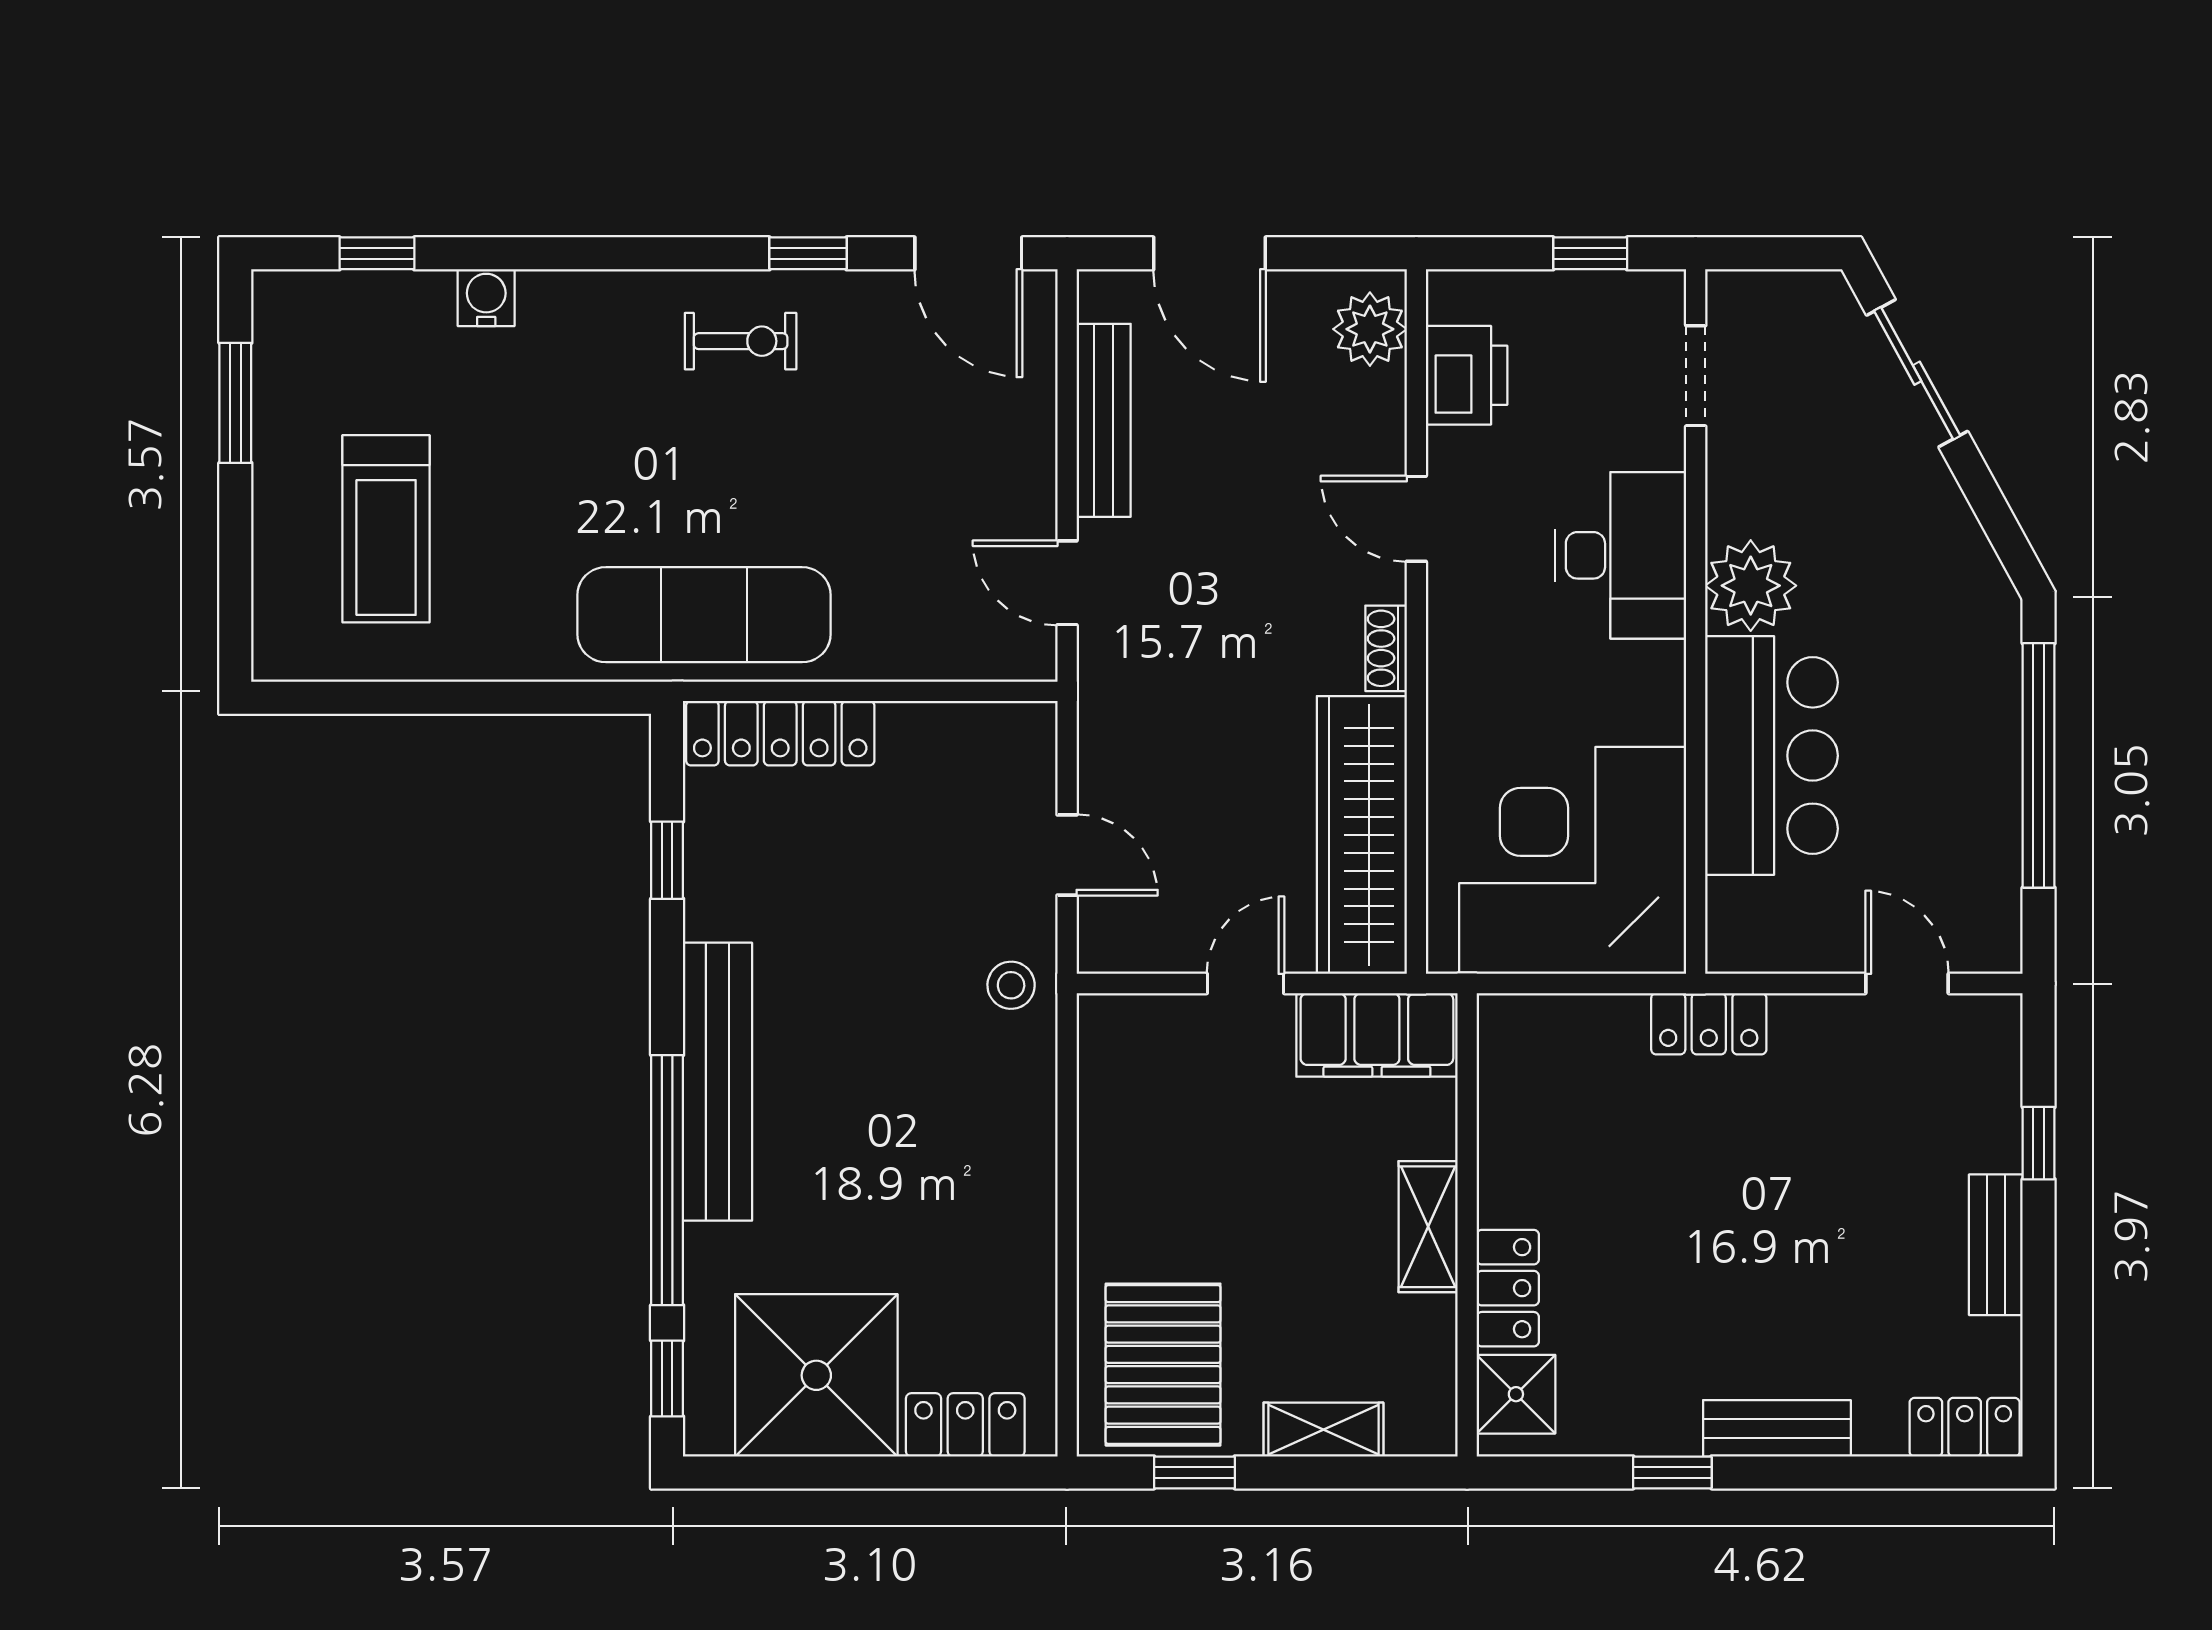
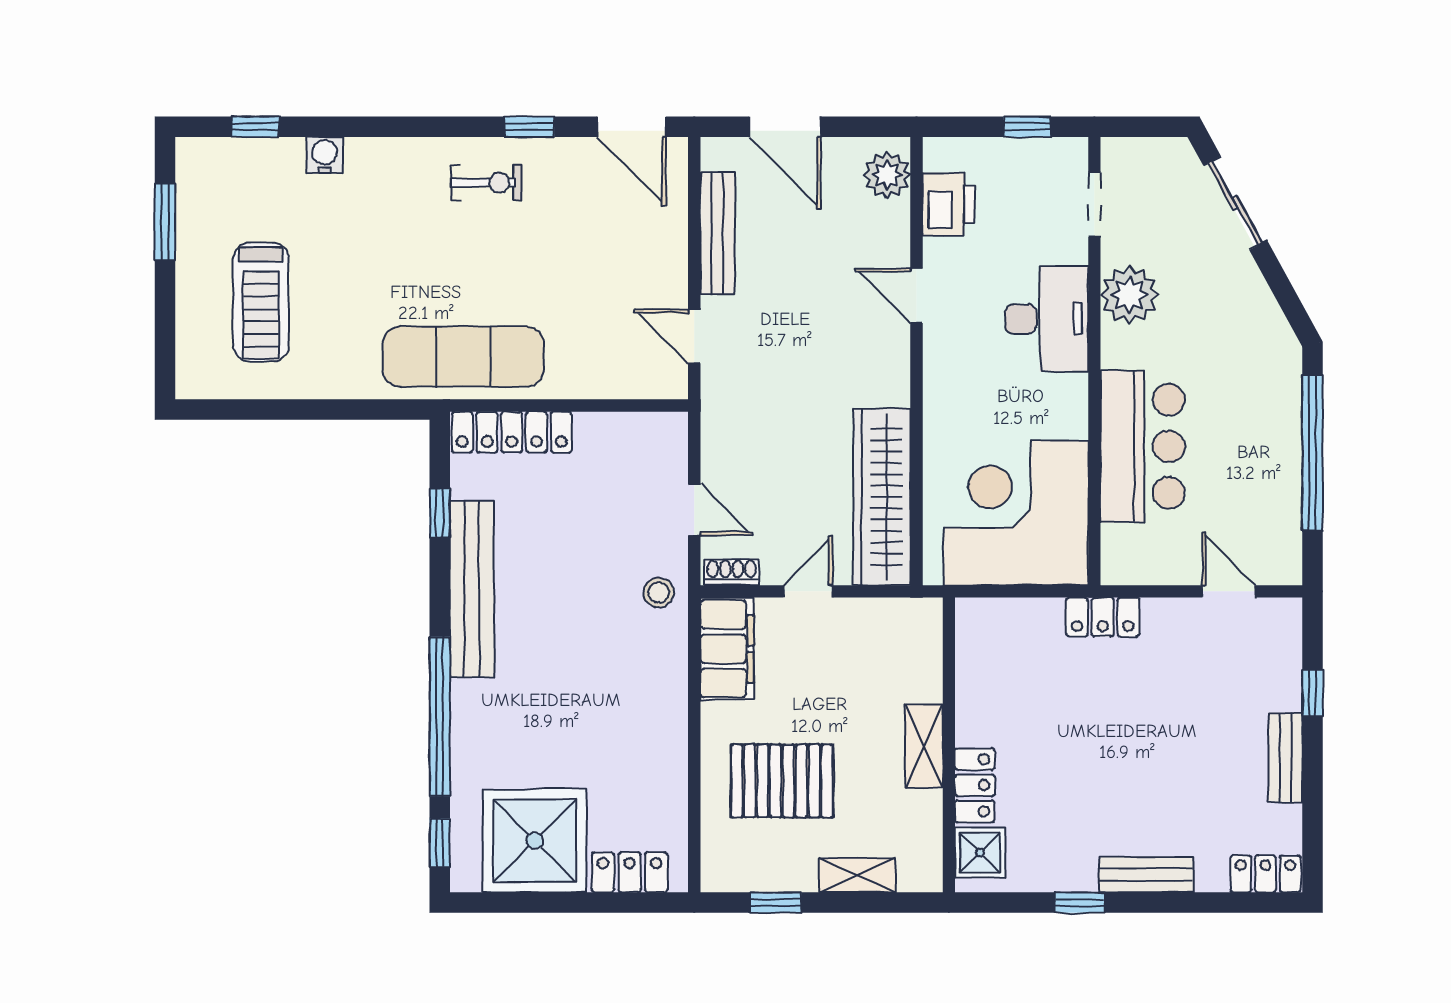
plant: (1751, 586) -> (1129, 295), moved
shoe rack: (1386, 648) -> (732, 572), moved, turned 90
filing cabinet: (1377, 1035) -> (727, 649), moved, turned -90
bench: (718, 1082) -> (472, 589), moved
pallet: (1163, 1365) -> (782, 781), moved, turned 90

